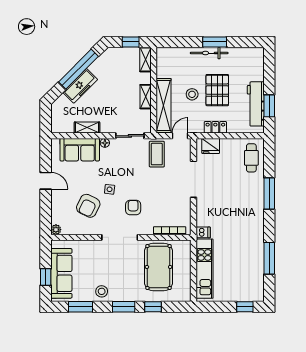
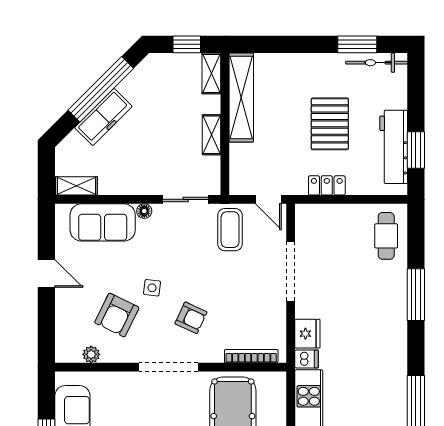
window: (215, 42) -> (357, 44), moved
bicycle: (209, 53) -> (377, 63), moved
stool: (192, 94) -> (288, 131), removed
shelving: (164, 105) -> (241, 98), moved
shelving: (87, 128) -> (76, 186), moved
door: (180, 136) -> (268, 199), swing flipped
fridge: (211, 146) -> (307, 334), moved, turned -90
armchair: (133, 207) -> (191, 318), turned 115
plant: (56, 230) -> (91, 354), moved

